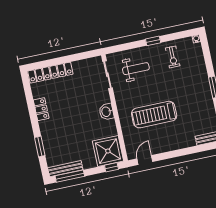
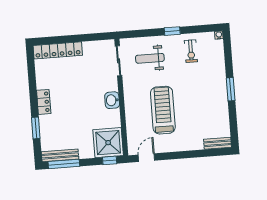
weight bench: (136, 69) -> (150, 58), turned 180
locker: (41, 109) -> (44, 102), moved
treadmill: (154, 115) -> (163, 110), turned 90

